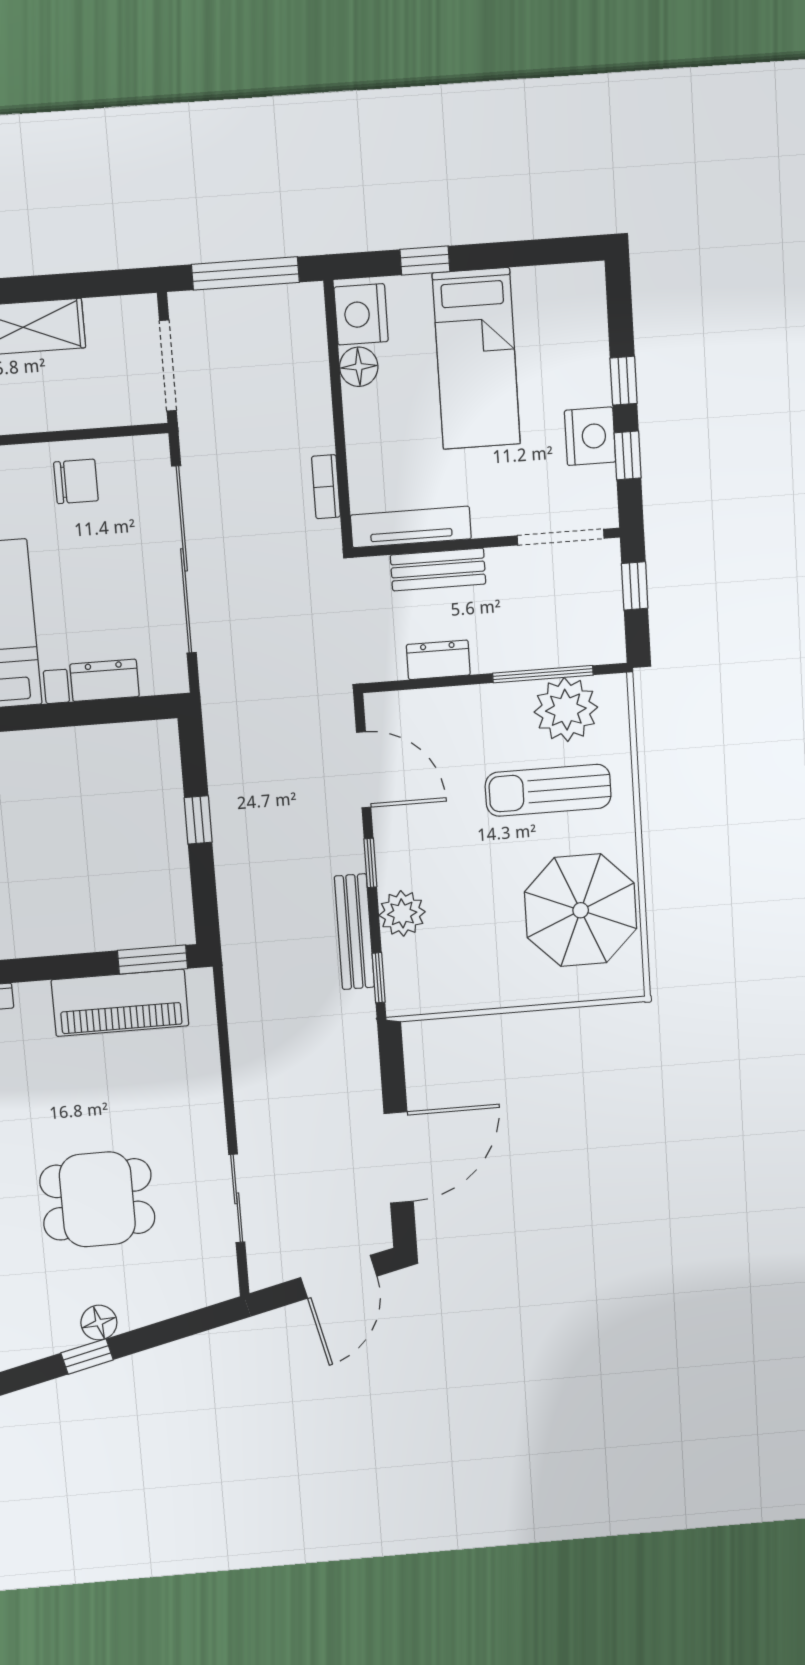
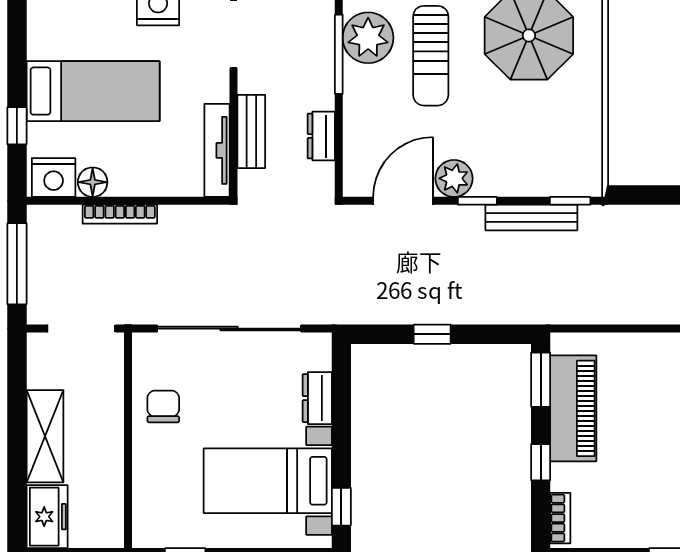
bookcase: (326, 487) -> (120, 214), moved, width x1.56
plant: (402, 913) -> (454, 178), moved
window: (49, 968) -> (541, 462), added

